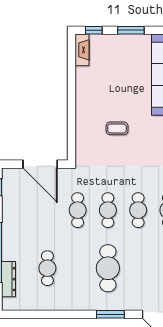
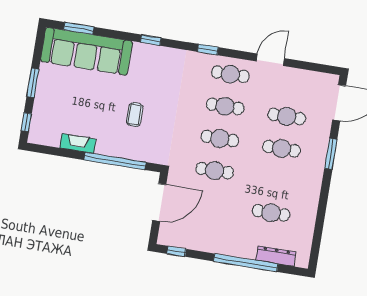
fireplace: (82, 50) -> (78, 143), moved
window: (71, 117) -> (115, 161), added
cafe table: (108, 268) -> (282, 149), width x0.73, depth x0.74
cafe table: (138, 268) -> (287, 116), added

